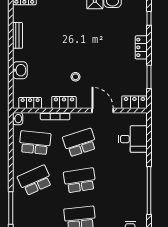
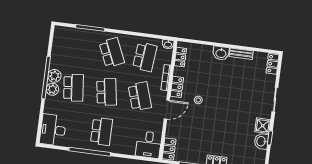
washbasin: (20, 70) -> (221, 53), moved
door: (103, 111) -> (167, 110), moved
desk: (133, 139) -> (149, 145), moved
school desk: (125, 180) -> (102, 131), added

